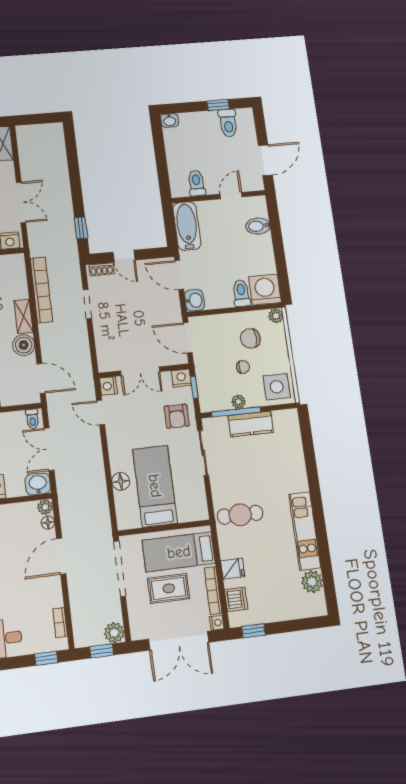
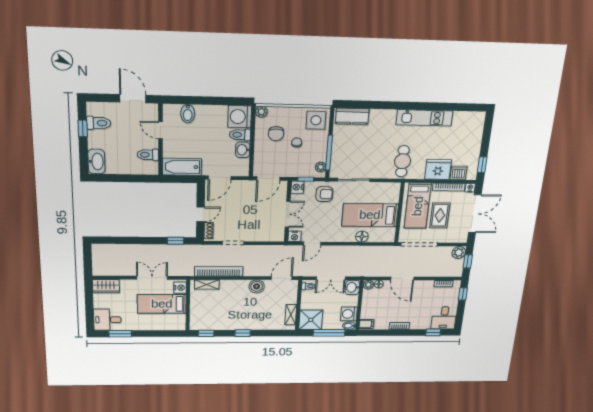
washbasin: (170, 120) -> (96, 162), width x1.91, depth x1.45
washbasin: (194, 300) -> (243, 150), moved, turned -90
shelving: (23, 316) -> (207, 284), moved
plant: (238, 402) -> (321, 167), moved
kitchen counter: (251, 424) -> (352, 116), moved, turned 90
fridge: (233, 569) -> (438, 169), width x1.88, depth x1.34
plant: (312, 582) -> (461, 119), removed

